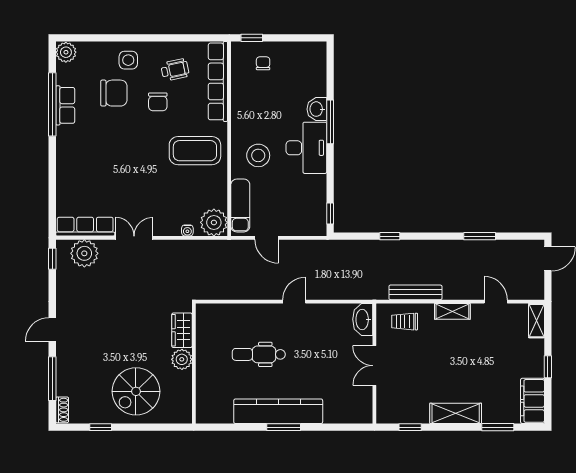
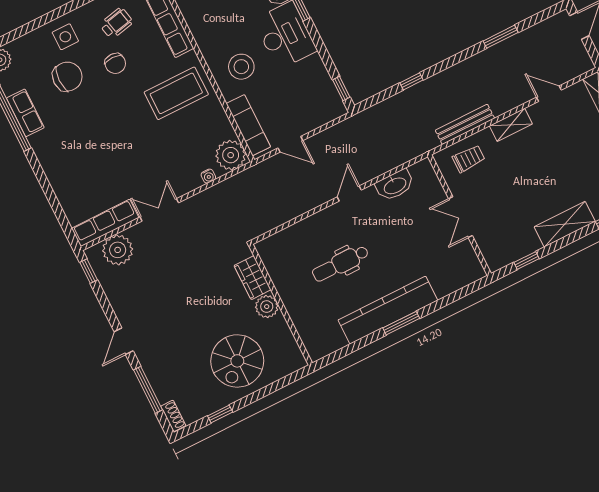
washbasin: (363, 319) -> (395, 185), moved, turned -90
trolley: (405, 322) -> (469, 159), turned 180

